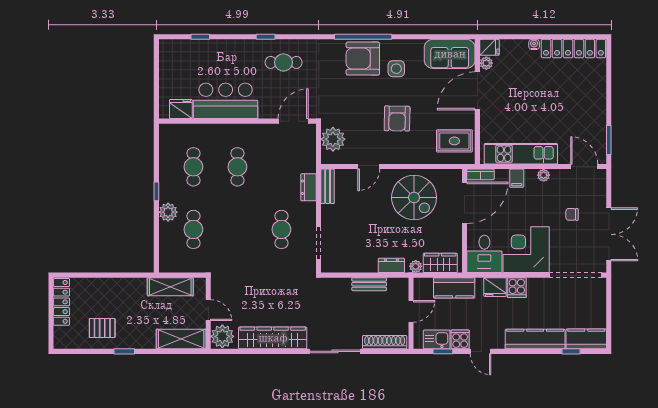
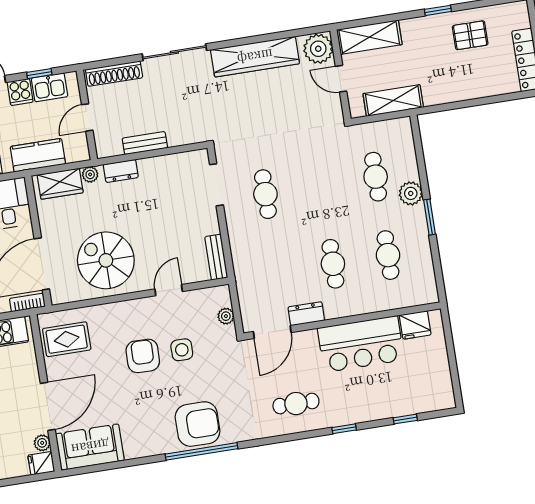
window: (266, 37) -> (344, 429), moved
side table: (396, 69) -> (182, 350), moved
plant: (333, 139) -> (226, 316), width x0.53, depth x0.53
dresser: (308, 187) -> (306, 314), moved, turned -90
window: (156, 191) -> (430, 217), width x1.50

